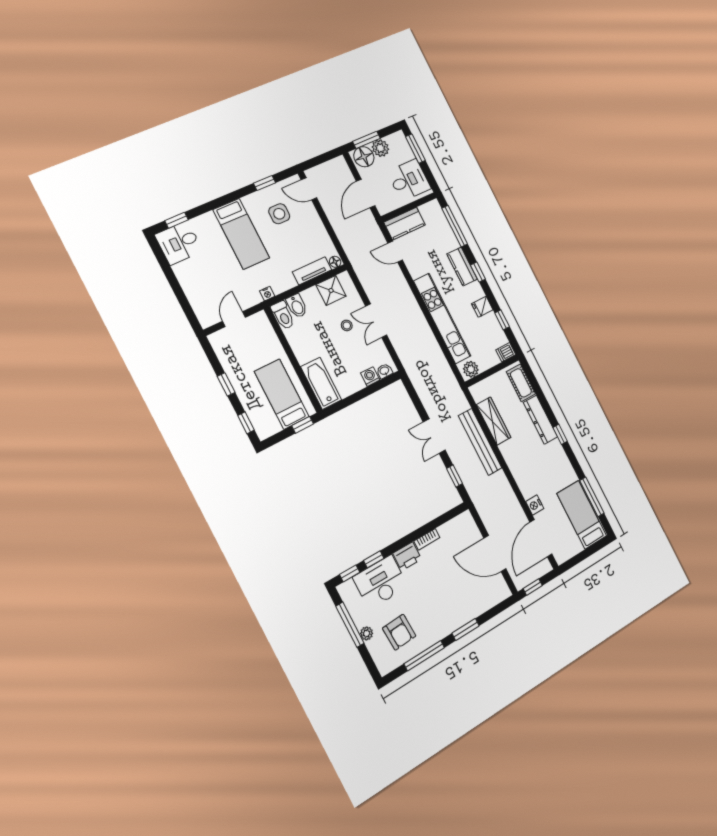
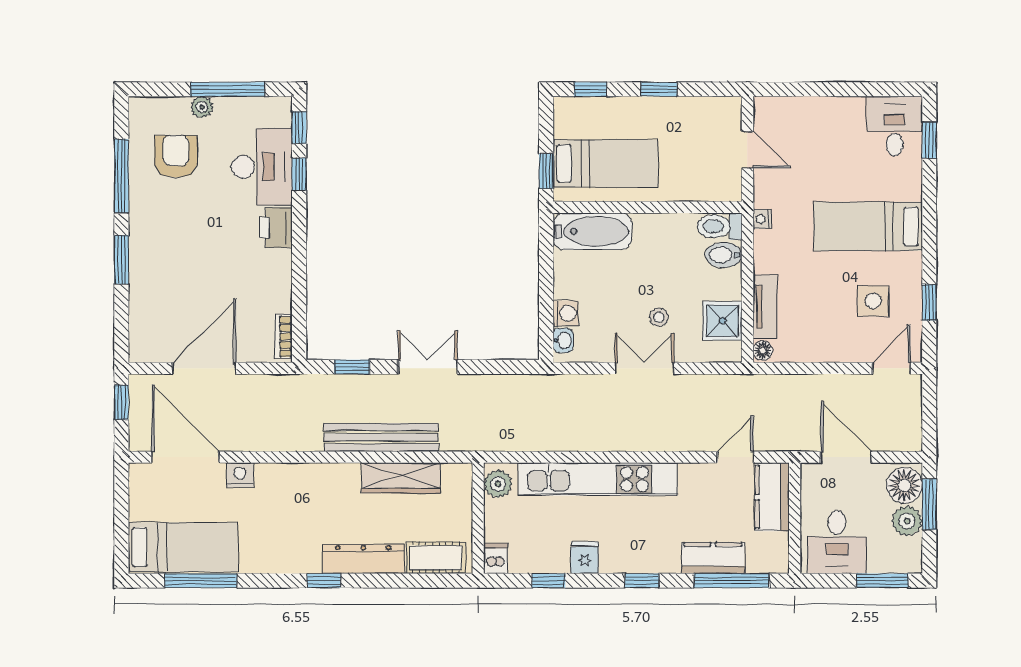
kitchen counter: (462, 267) -> (713, 558), moved
bookcase: (427, 539) -> (283, 337), moved
armchair: (399, 632) -> (176, 156), turned 93

